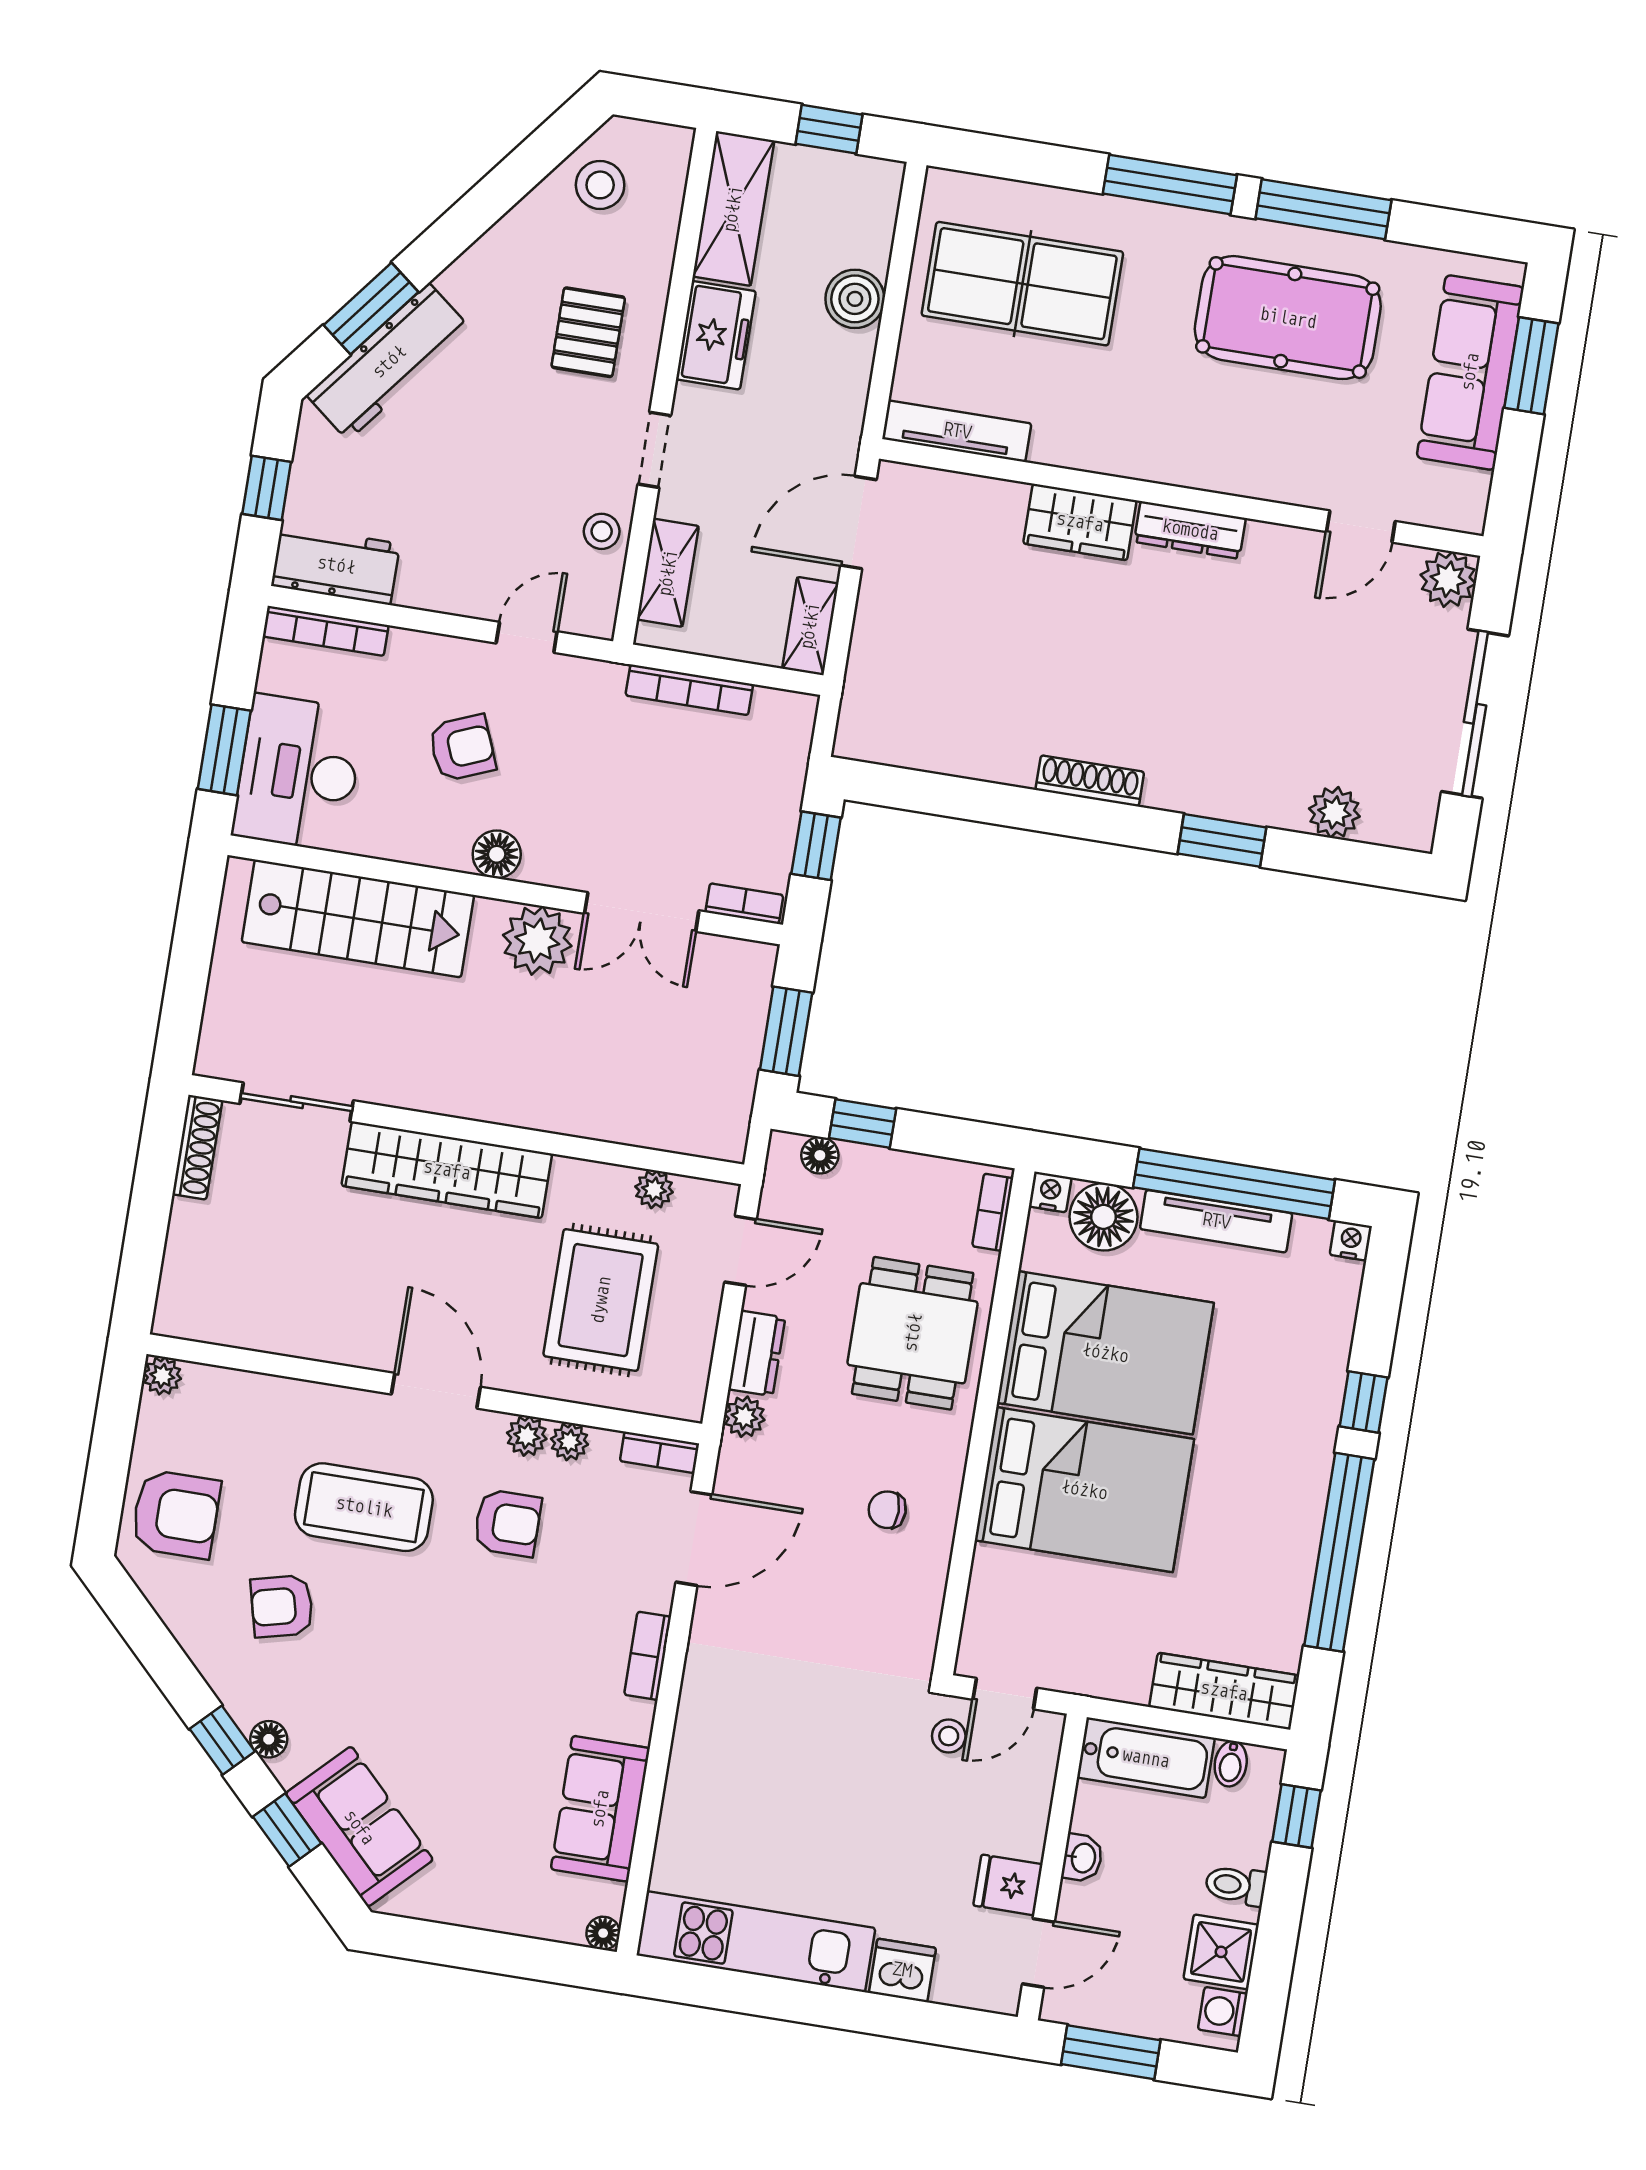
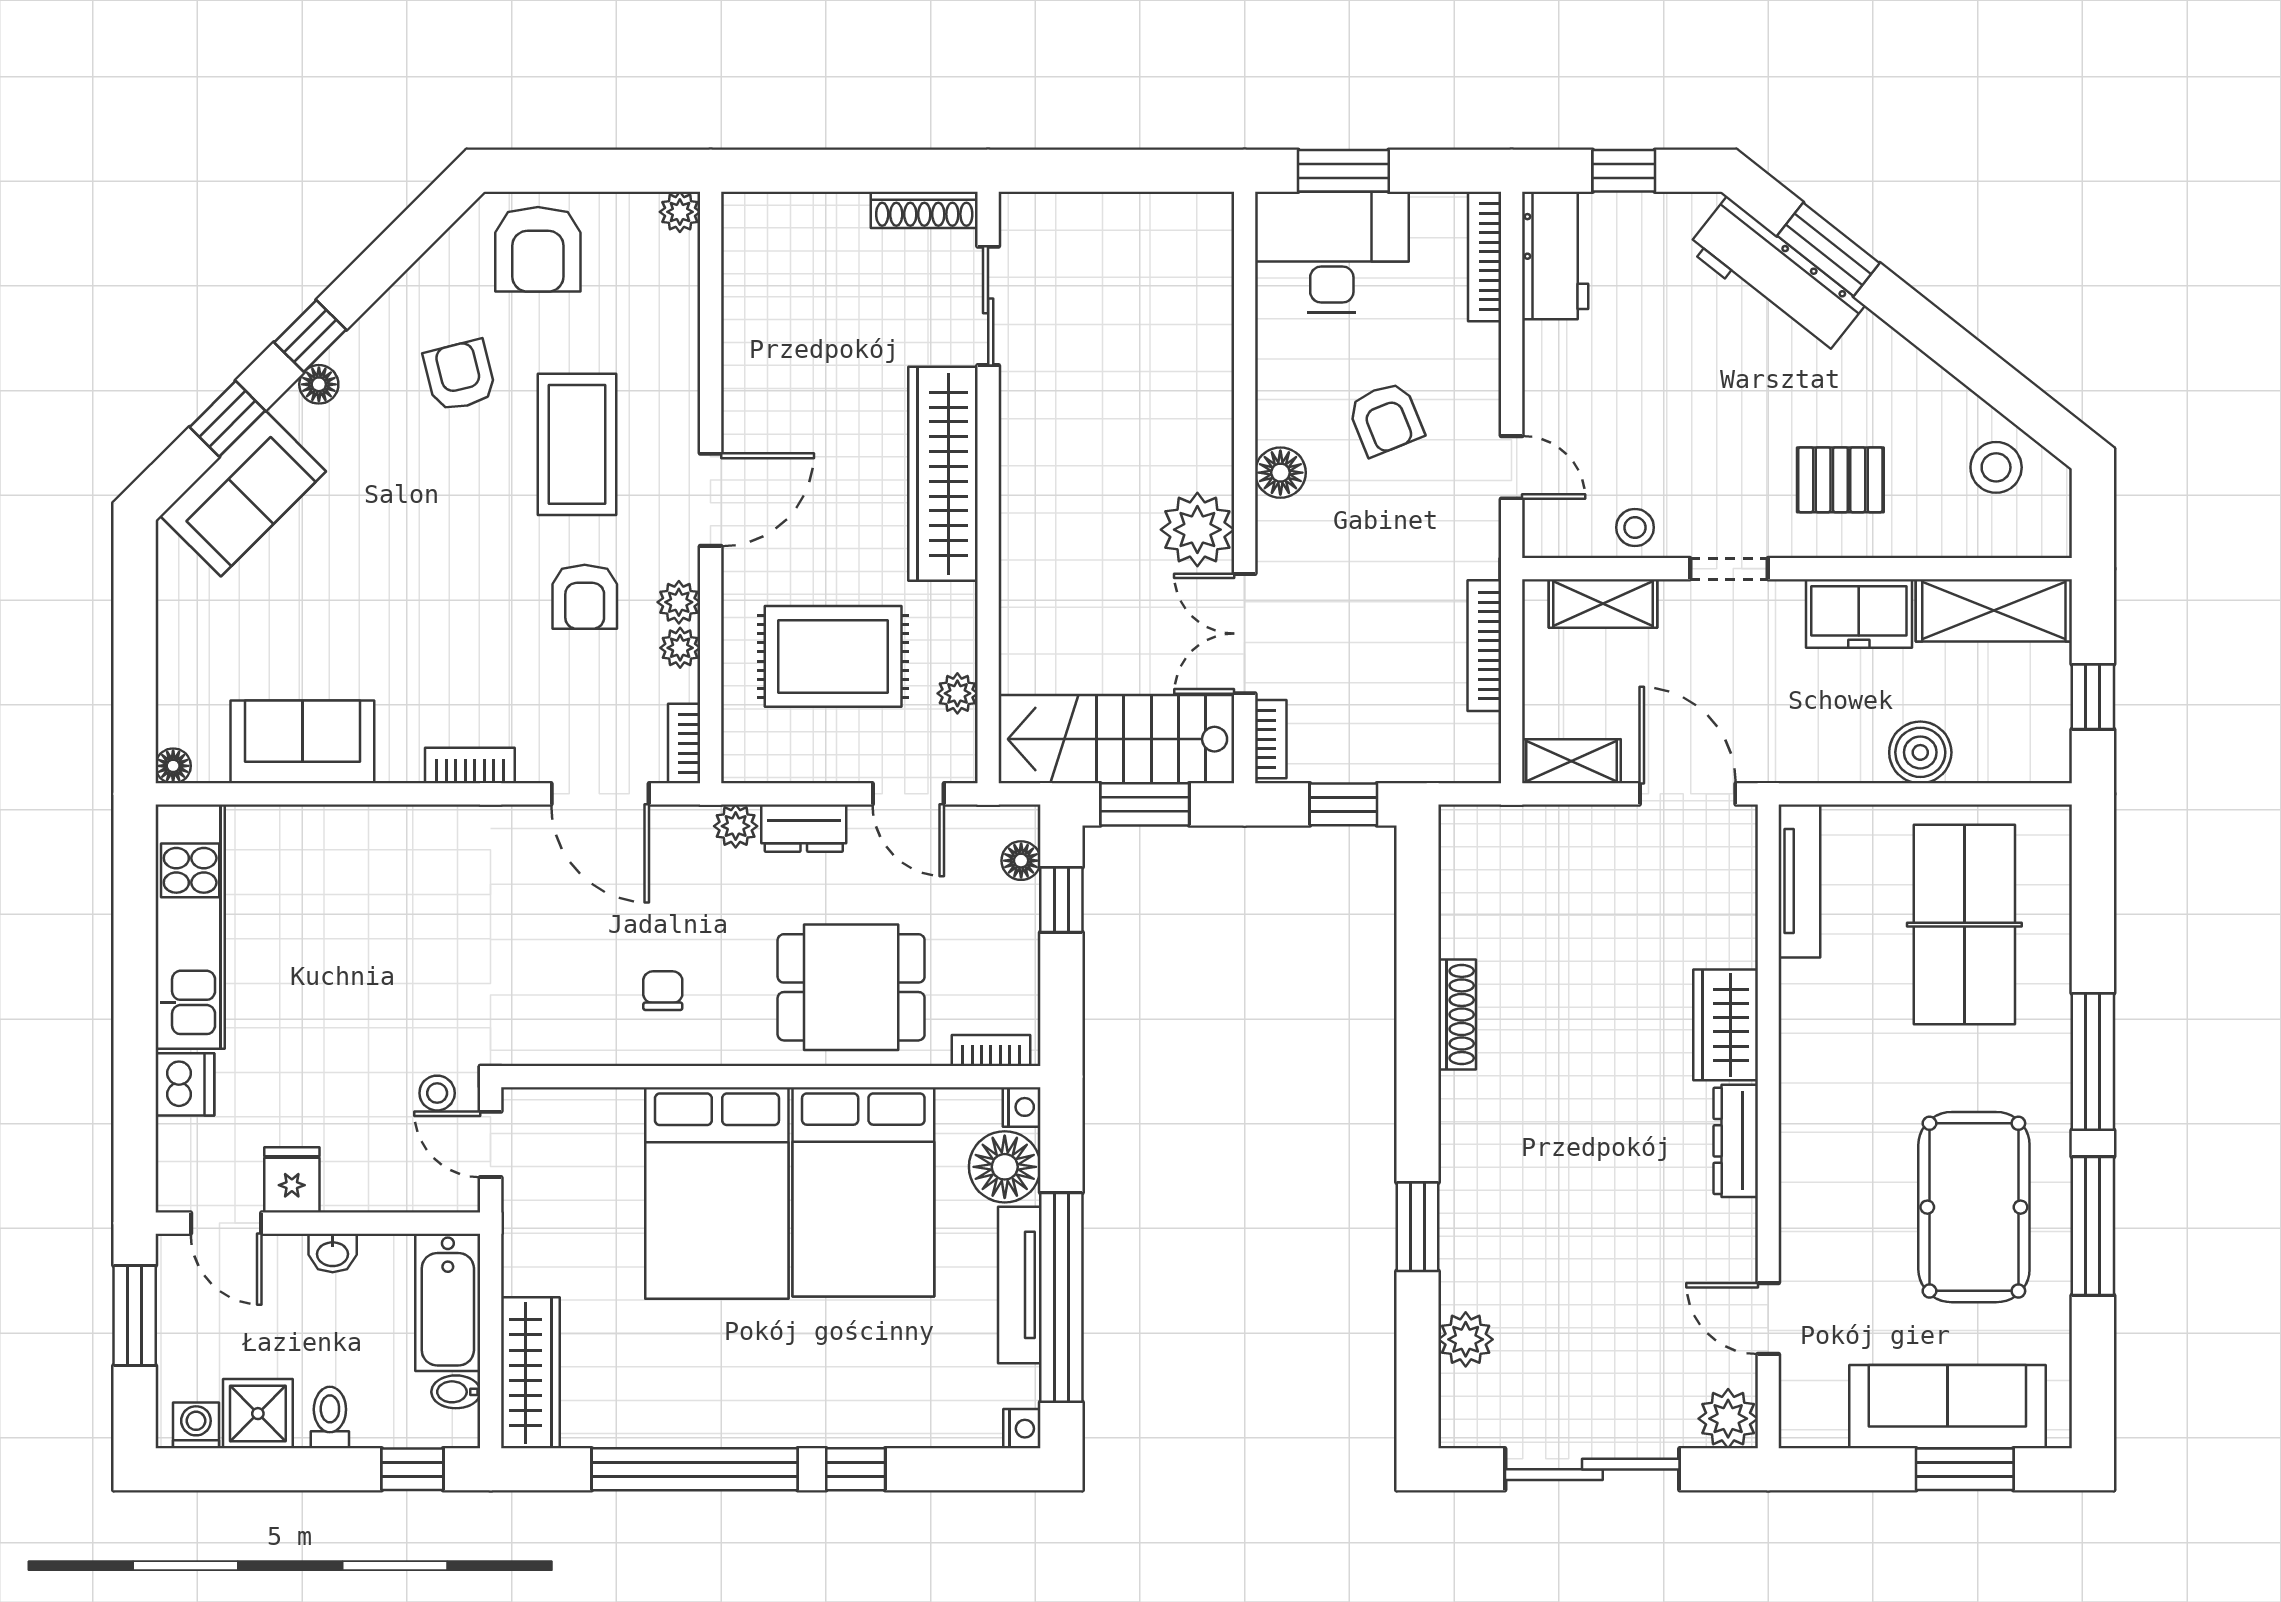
shoe rack: (1090, 781) -> (1457, 1014), moved
stairs: (358, 919) -> (1116, 739), moved, turned 90

